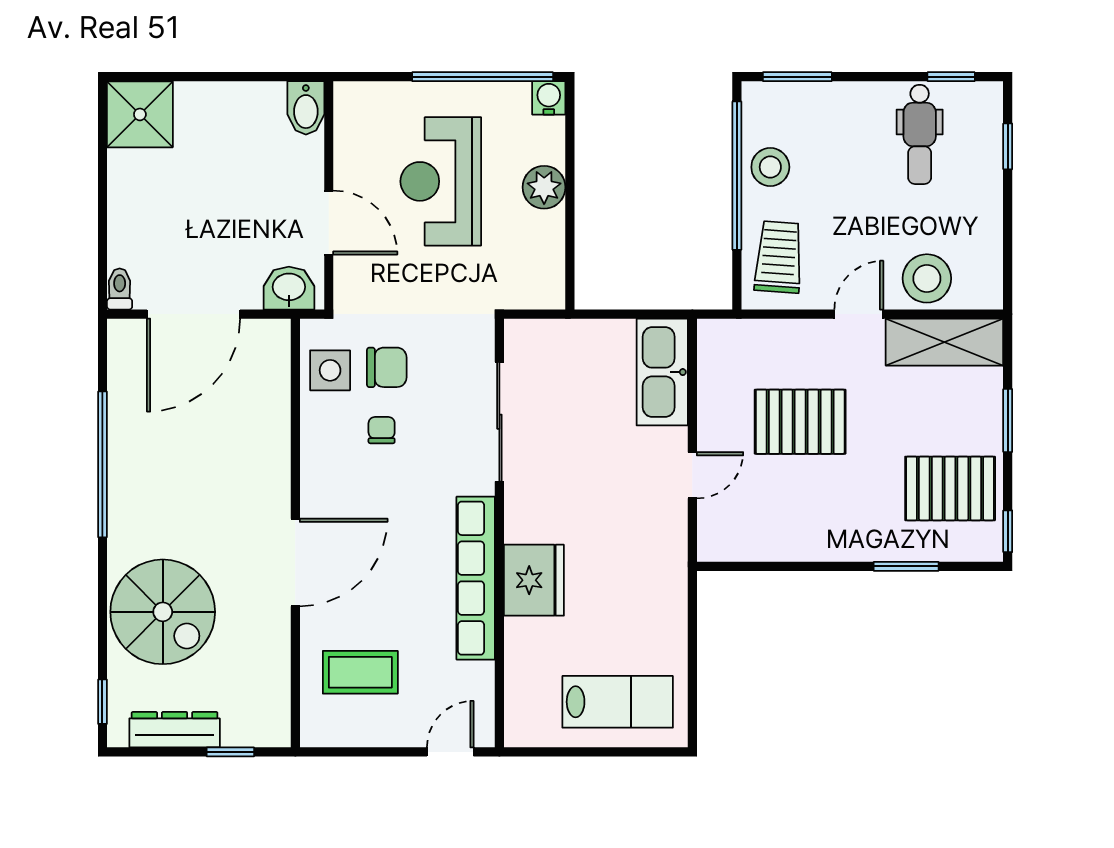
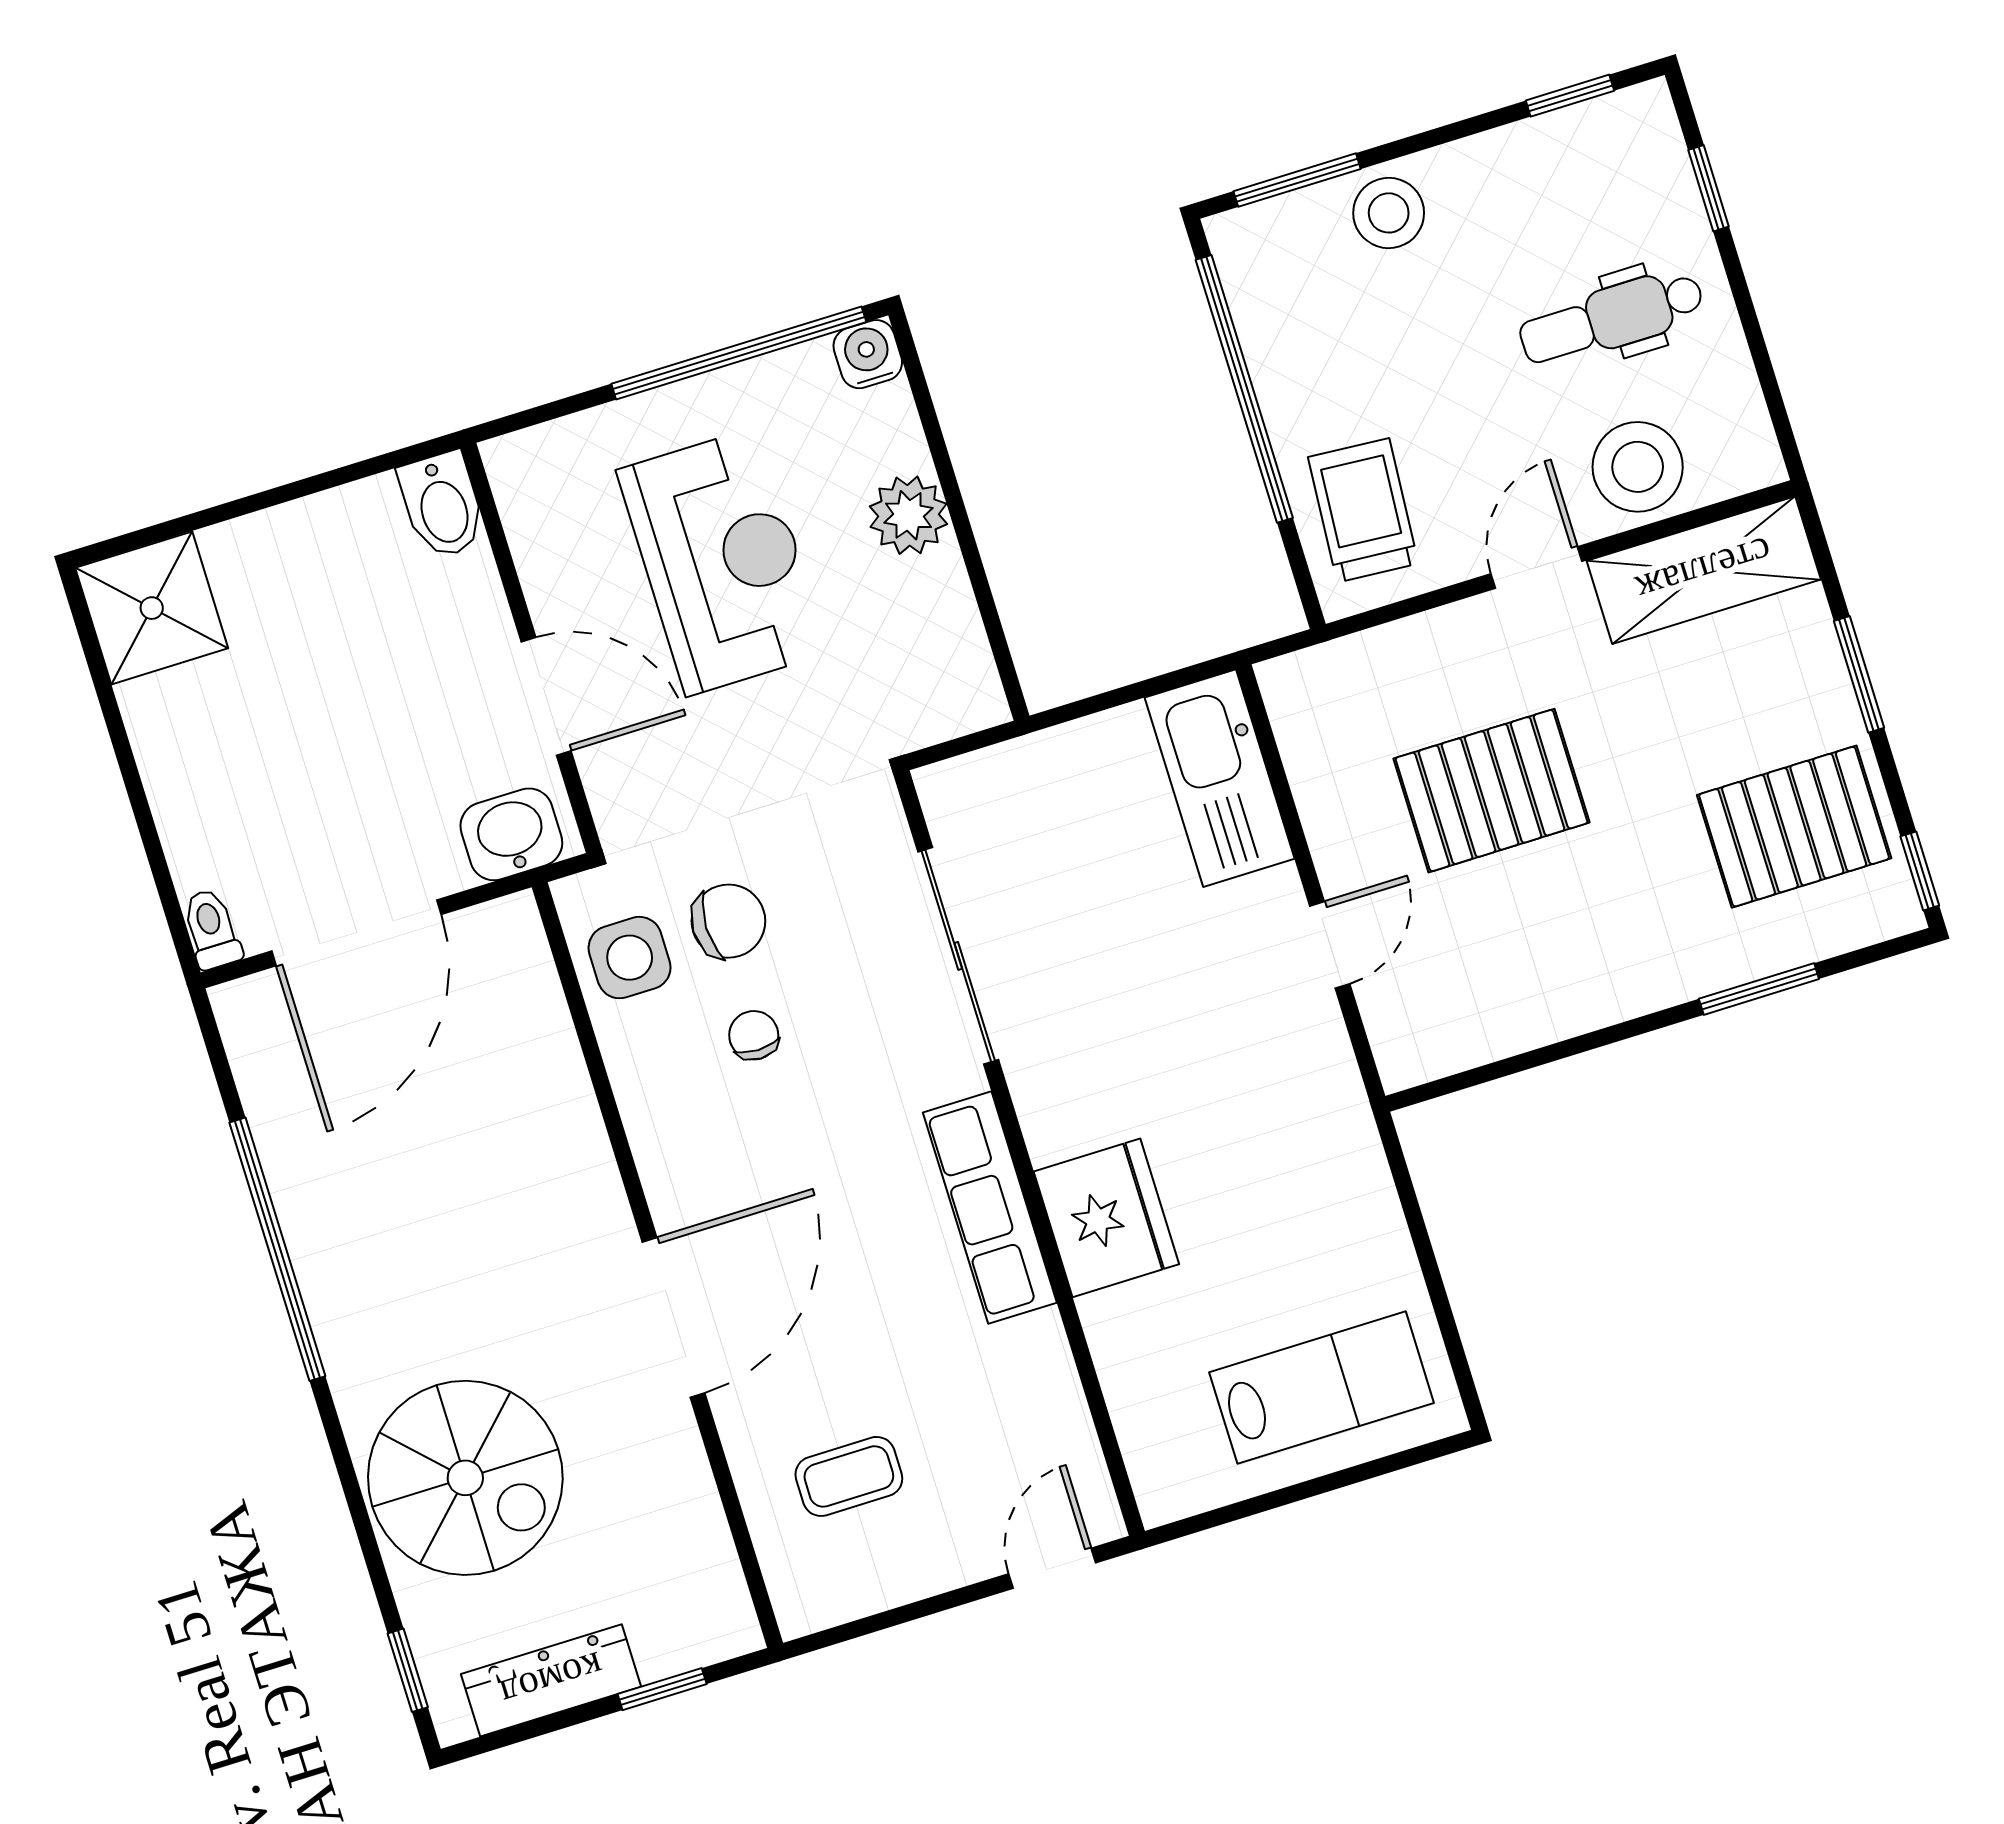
dental chair: (920, 134) -> (1612, 318), moved, turned 90
stool: (770, 167) -> (1389, 213), moved
reception desk: (441, 181) -> (722, 562), turned 180
row of seats: (476, 578) -> (990, 1208), width x0.73
coffee table: (360, 672) -> (849, 1476), width x0.73, depth x0.77

